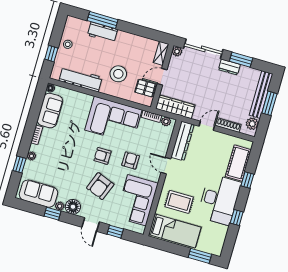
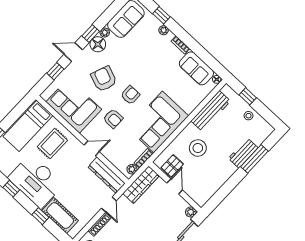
shelving: (161, 53) -> (196, 197), removed
window: (53, 214) -> (91, 34), moved

